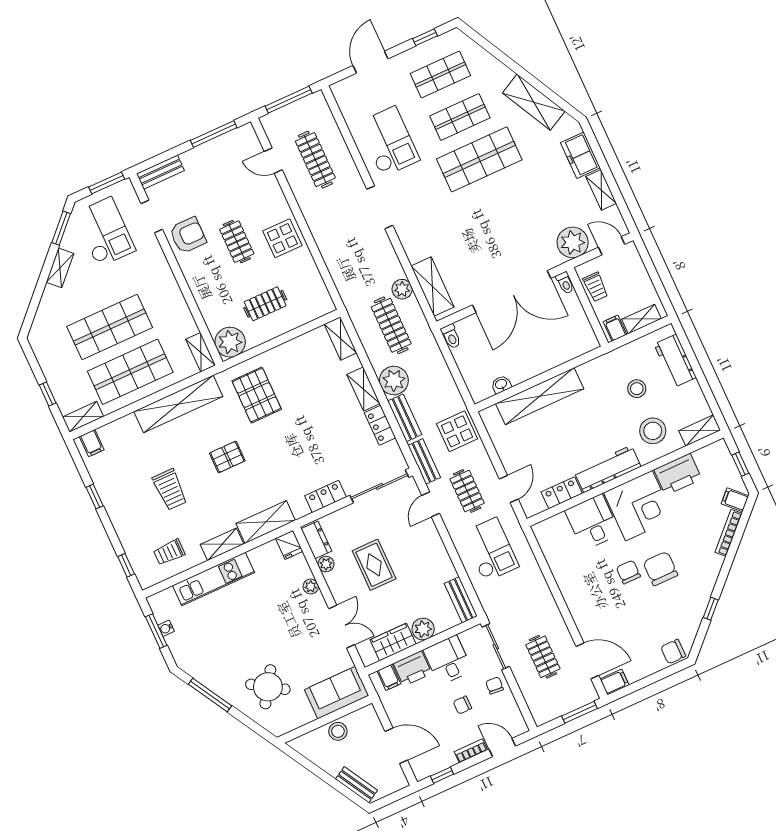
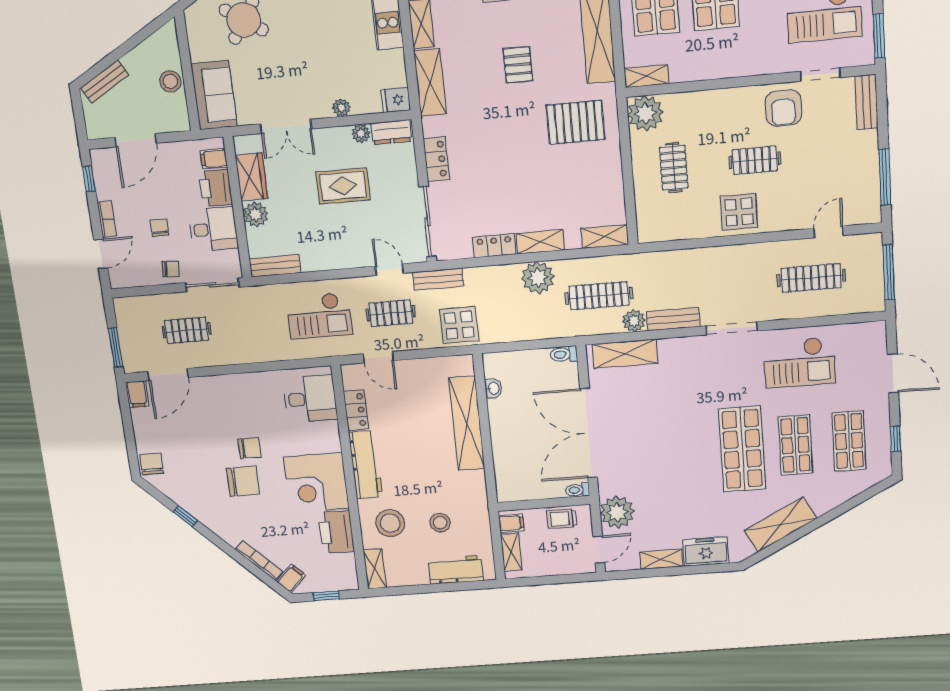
bench: (405, 418) -> (673, 319), moved
desk: (592, 522) -> (310, 399), moved

